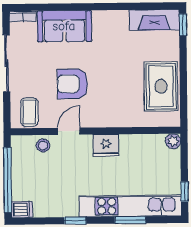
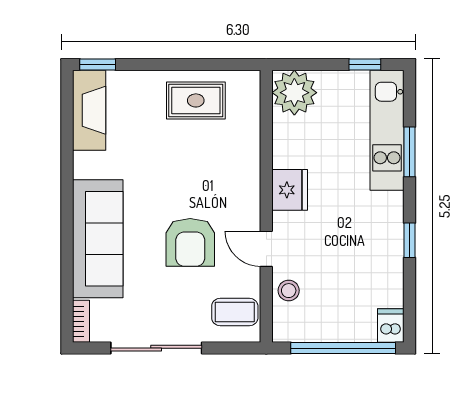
sofa: (64, 26) -> (98, 239), width x1.36
rug: (161, 86) -> (196, 100), width x0.73, depth x0.70
plant: (173, 141) -> (294, 93), width x1.87, depth x1.87
kitchen unit: (130, 206) -> (387, 130), width x0.73

